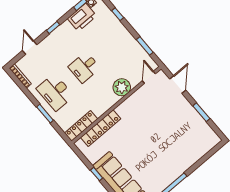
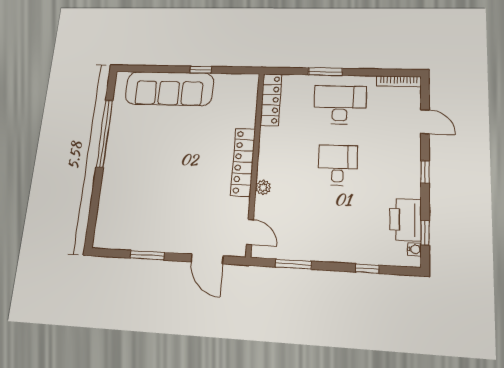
plant: (122, 87) -> (263, 187), width x0.53, depth x0.53
locker: (101, 128) -> (243, 162), moved

